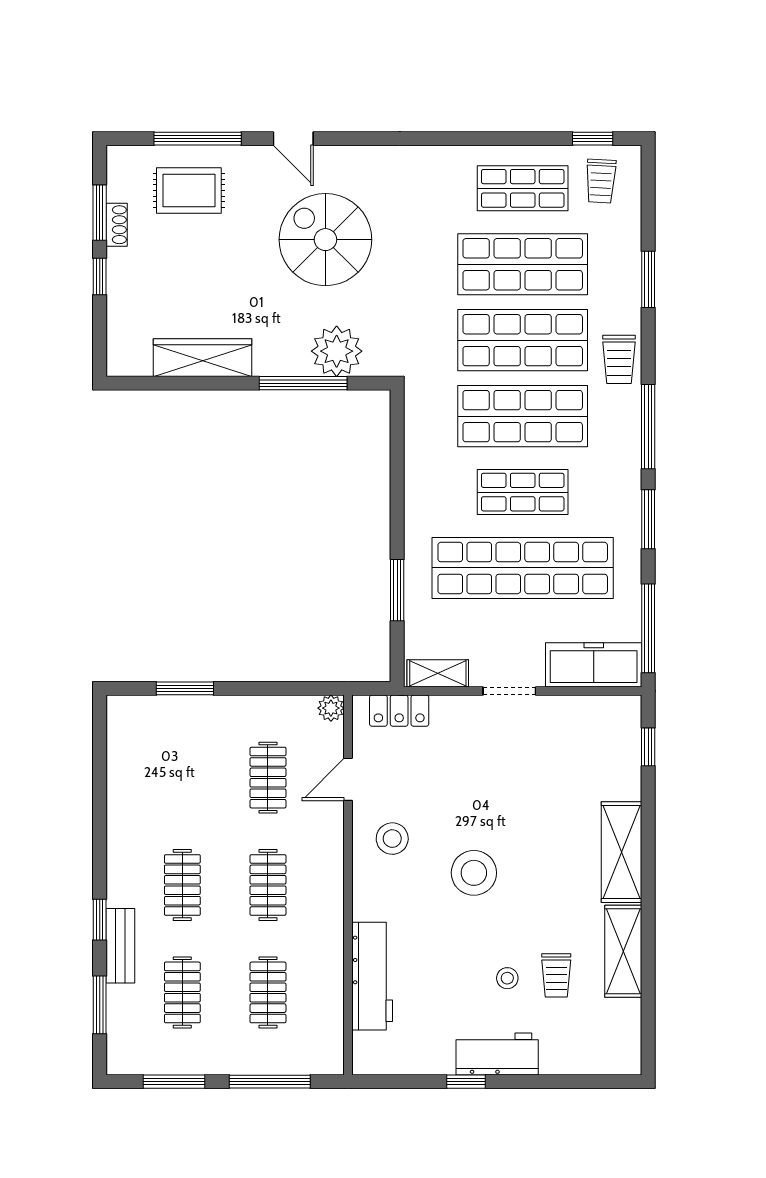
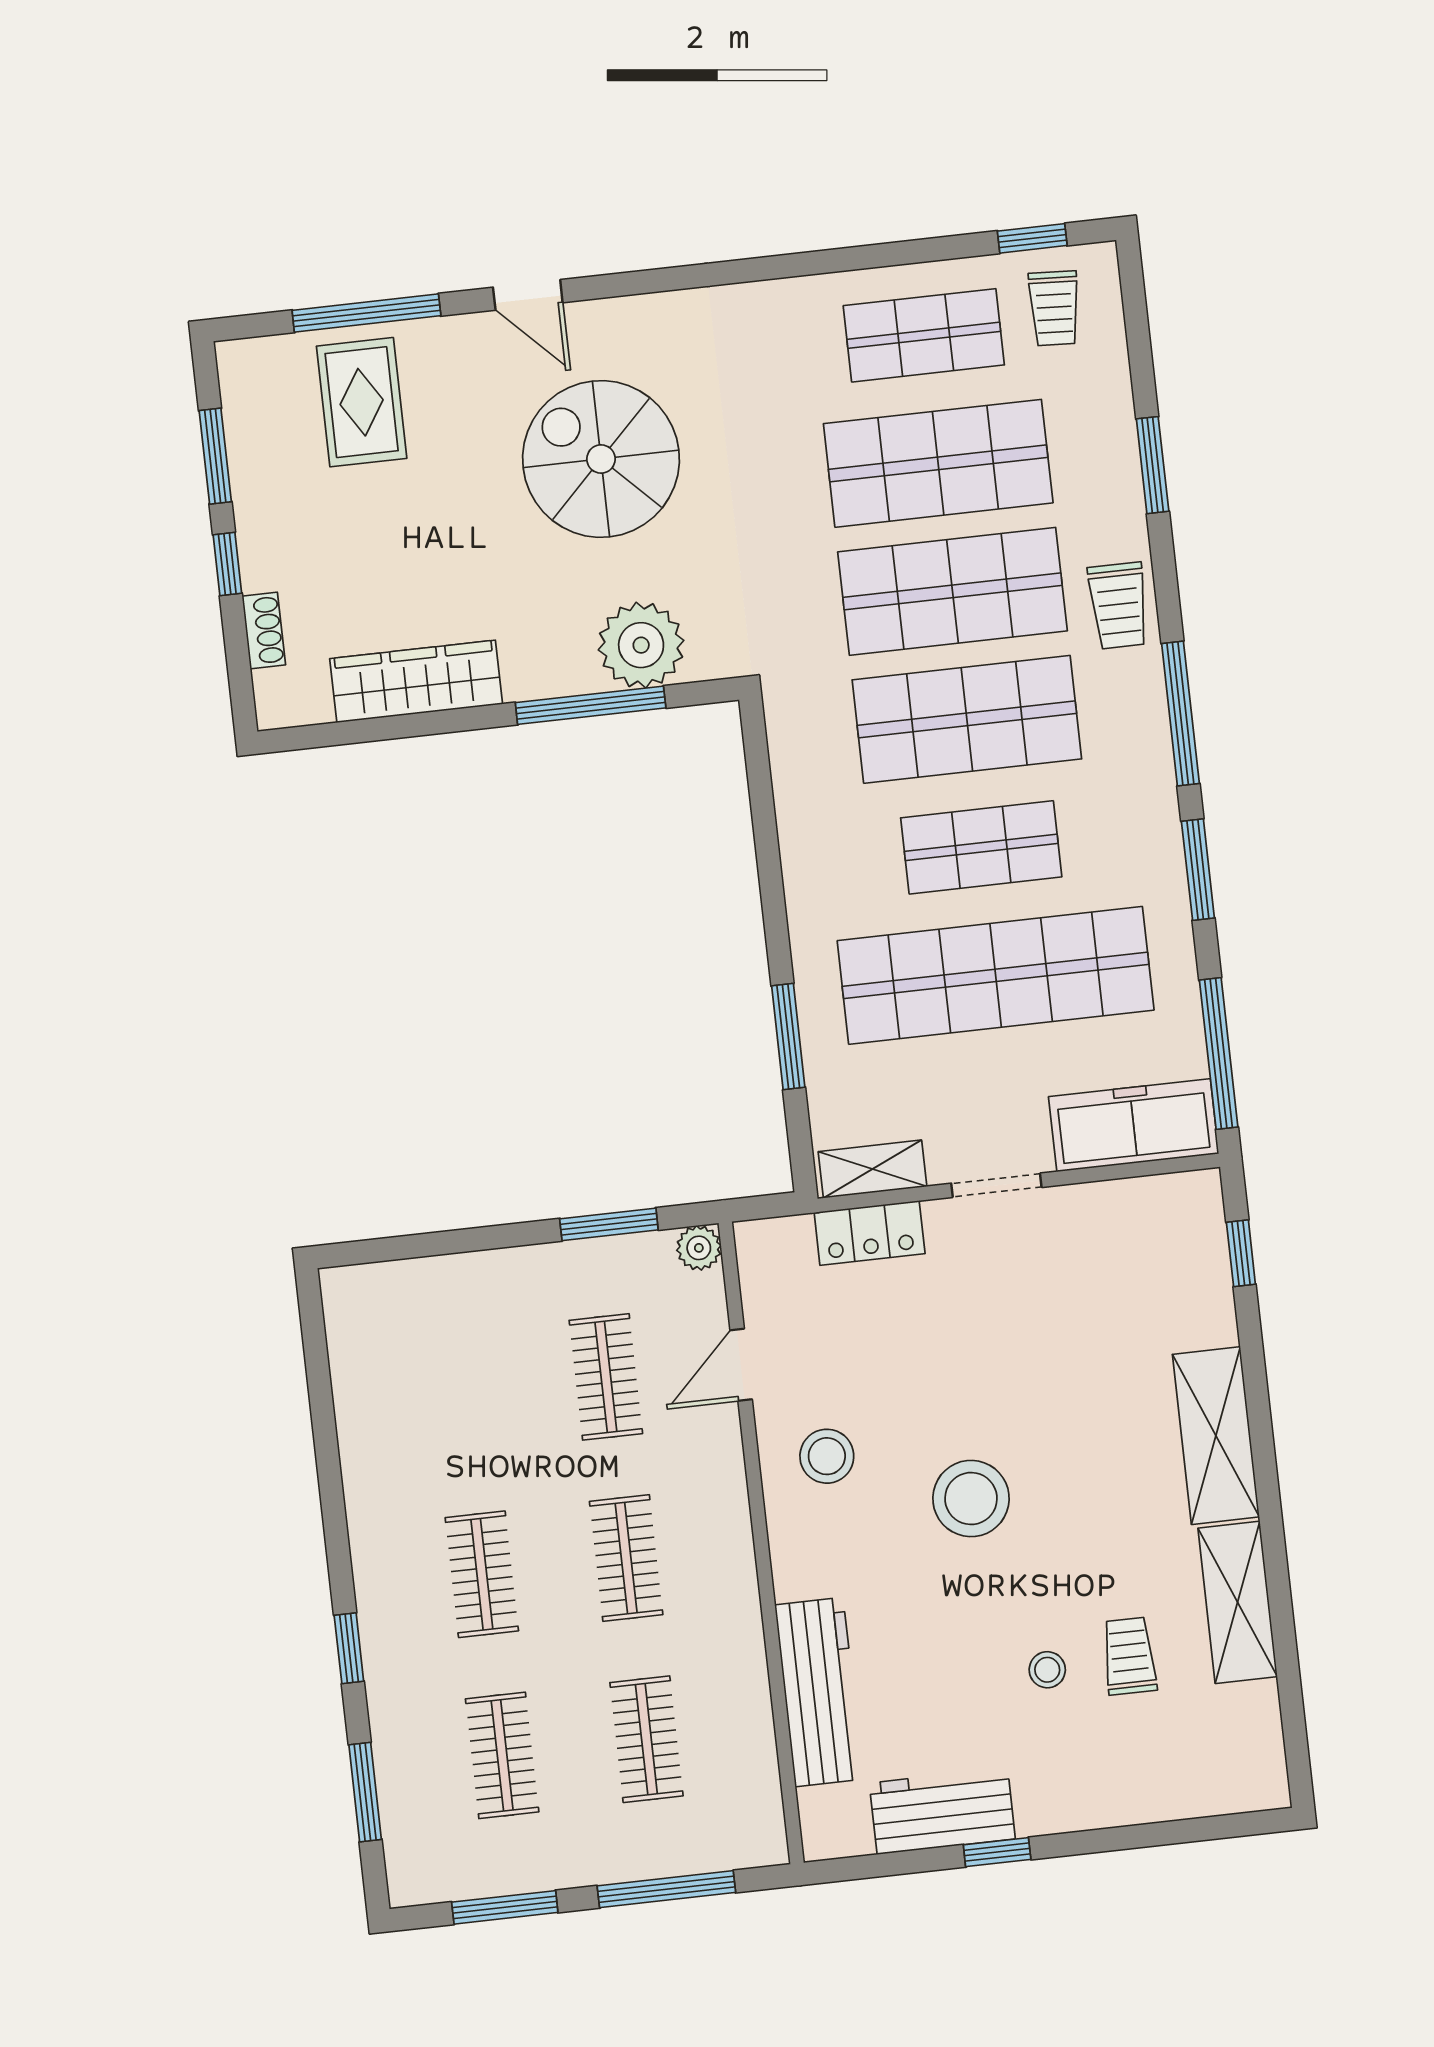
rug: (189, 191) -> (362, 402), turned 90
shoe rack: (117, 225) -> (264, 630), moved
window: (185, 688) -> (609, 1224), moved
locker: (399, 711) -> (870, 1233), moved
bench: (120, 946) -> (389, 1688), removed
trolley: (556, 975) -> (1129, 1656), turned 180
workbench: (497, 1054) -> (942, 1811), moved

